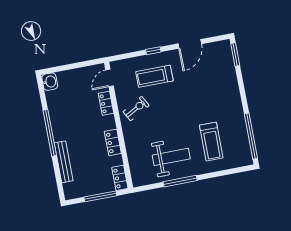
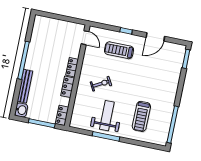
door: (110, 78) -> (85, 38), swing flipped
washbasin: (50, 82) -> (21, 110), moved
locker: (106, 103) -> (72, 67), moved
exercise bike: (136, 109) -> (101, 84), moved
weight bench: (171, 157) -> (107, 116), turned -90

